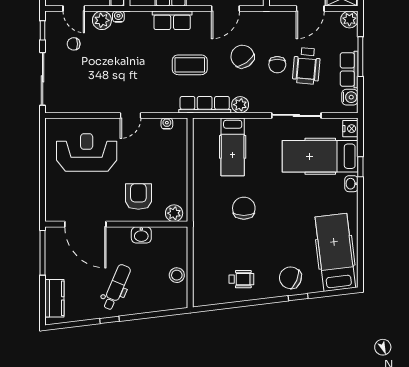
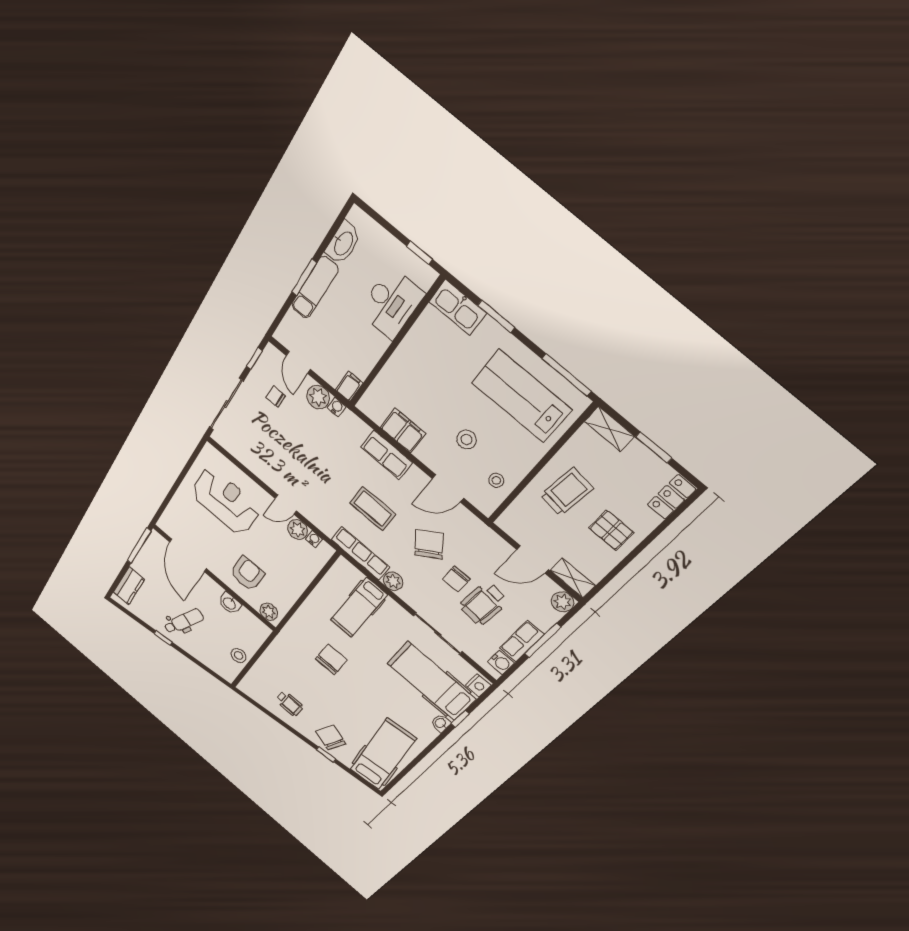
plant: (151, 127) -> (298, 530), added

